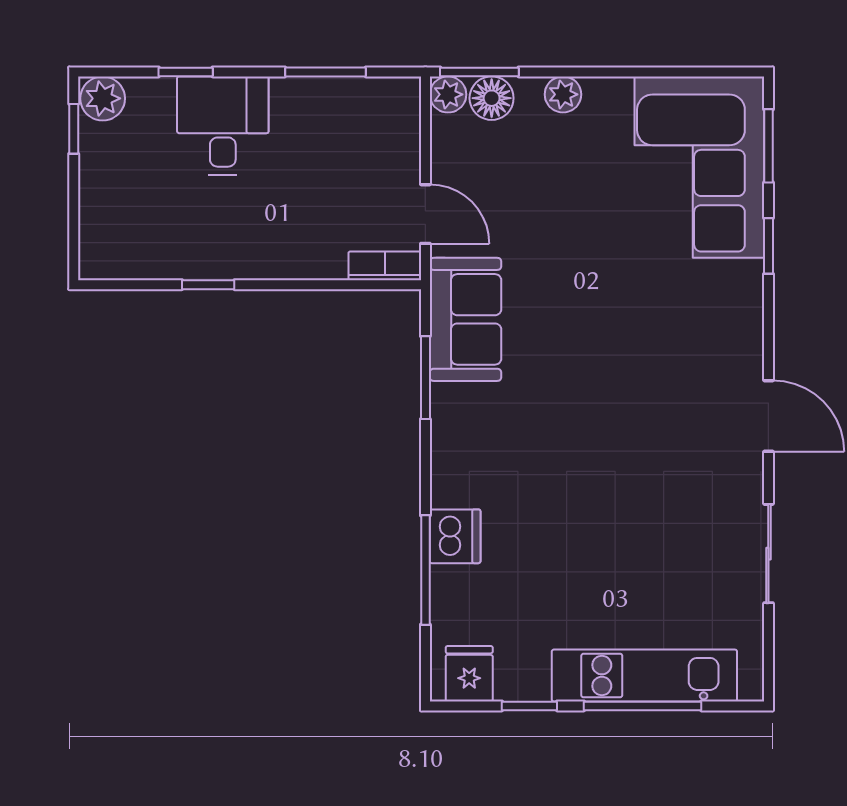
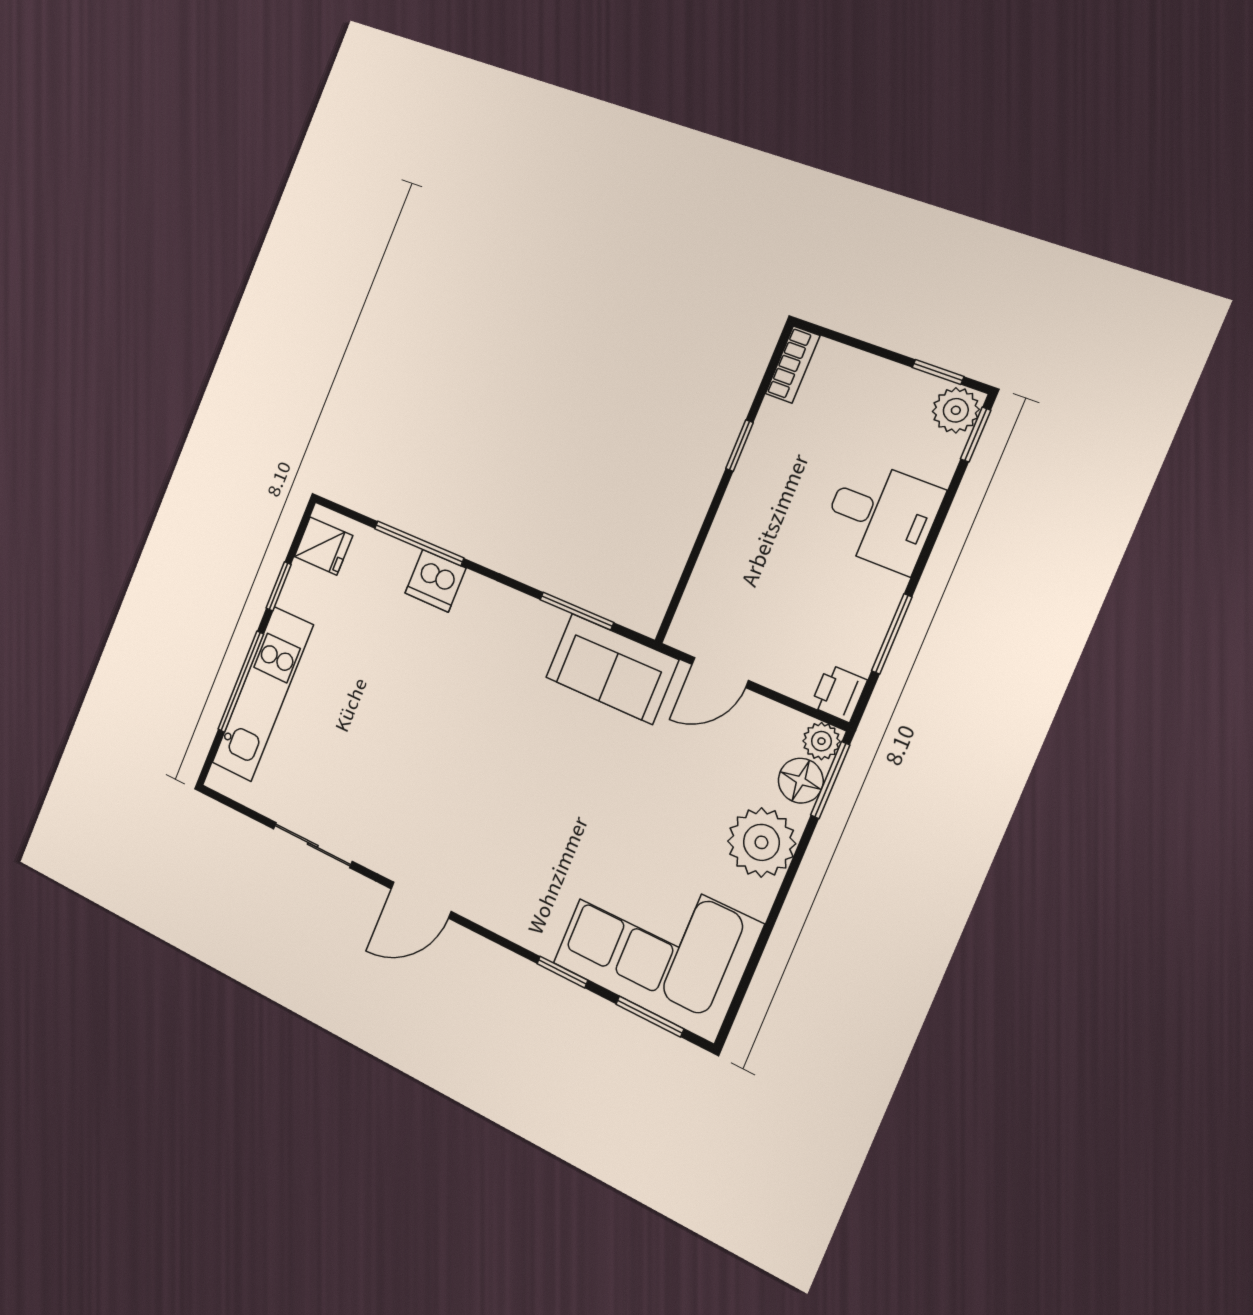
window: (186, 72) -> (976, 435), moved
plant: (563, 94) -> (761, 842), width x1.88, depth x1.88
printer: (398, 97) -> (839, 693), added
bookcase: (385, 266) -> (793, 365), moved

